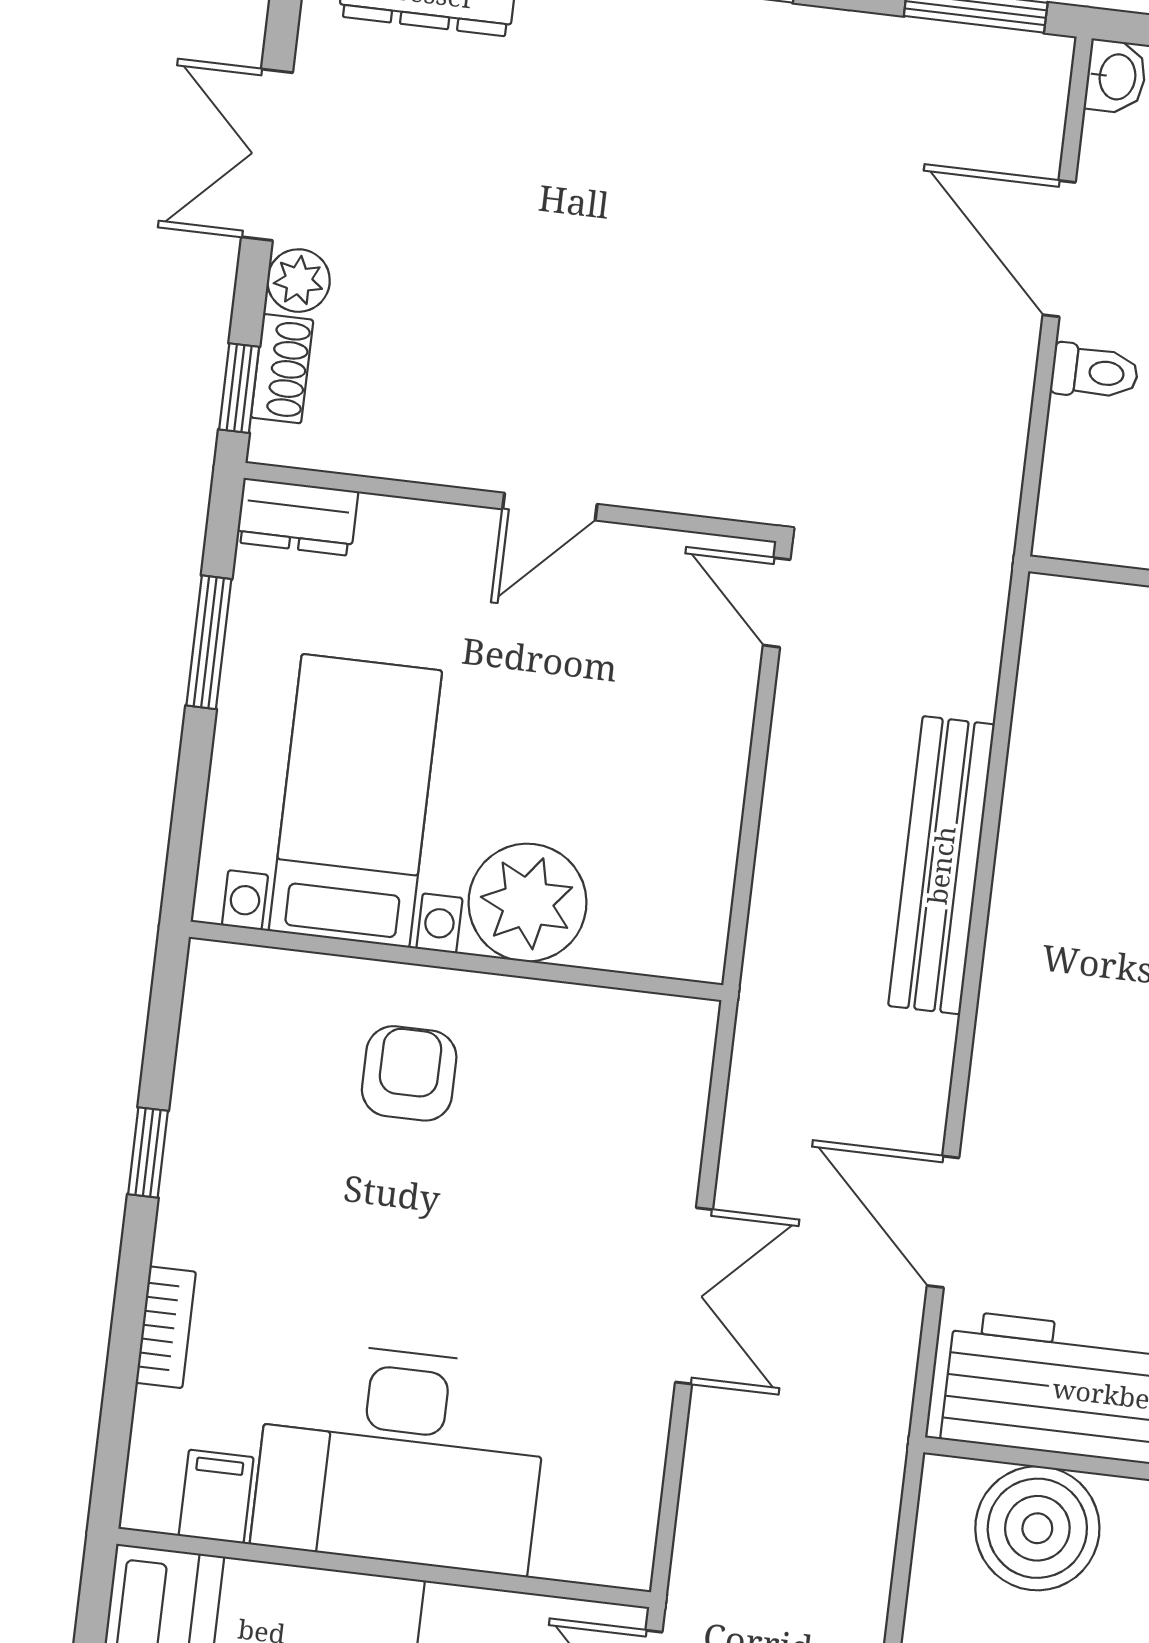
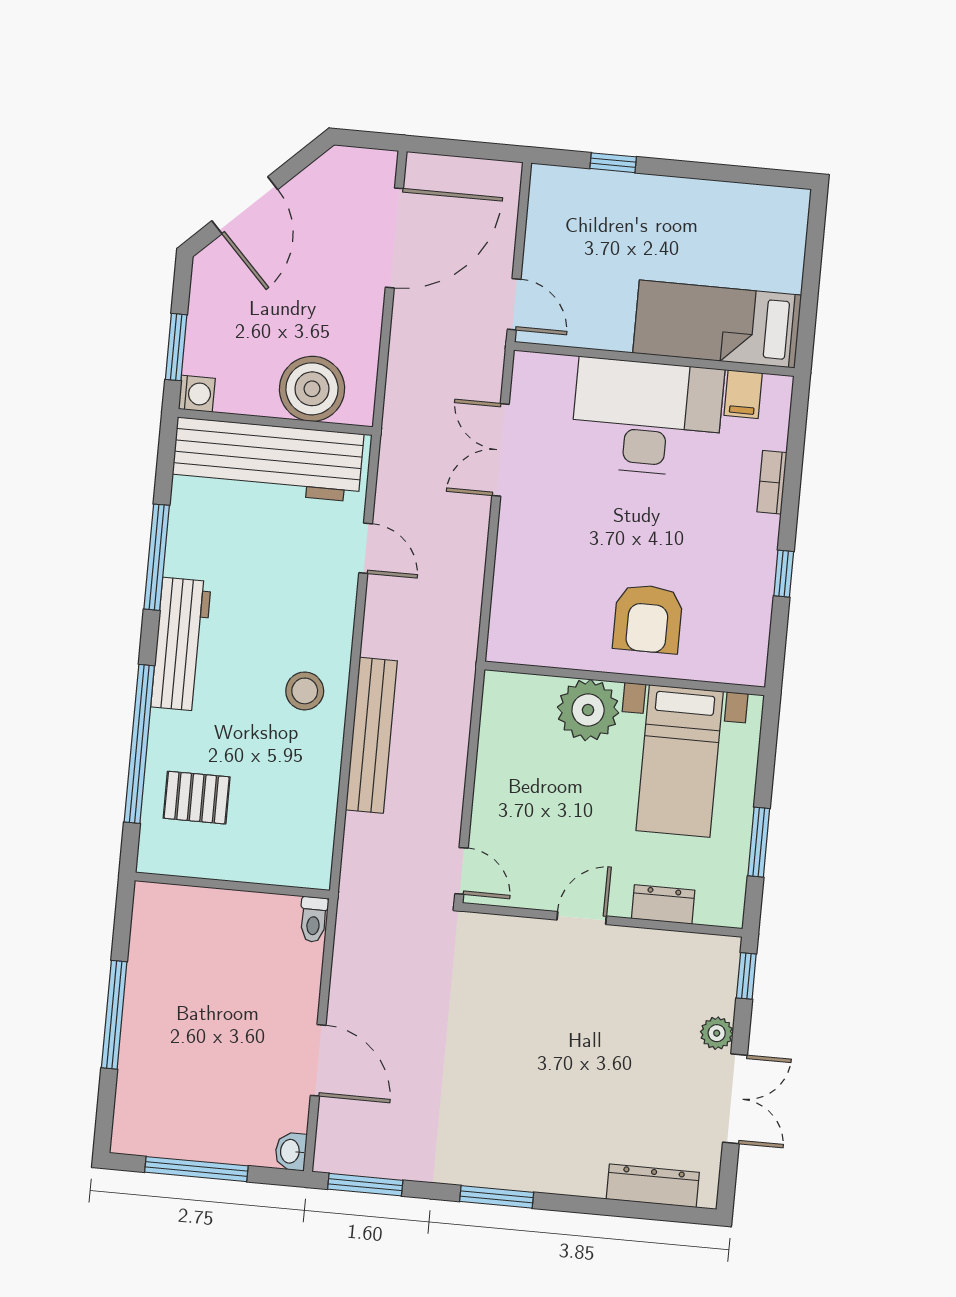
shoe rack: (282, 369) -> (724, 987), removed
toilet: (1095, 372) -> (314, 919), moved, turned -90
dresser: (297, 517) -> (663, 904), moved
stool: (1066, 953) -> (305, 691), added
armchair: (409, 1073) -> (648, 619), width x1.38, depth x1.38
door: (943, 1222) -> (366, 548), width x0.73
double door: (694, 1296) -> (501, 450), moved

